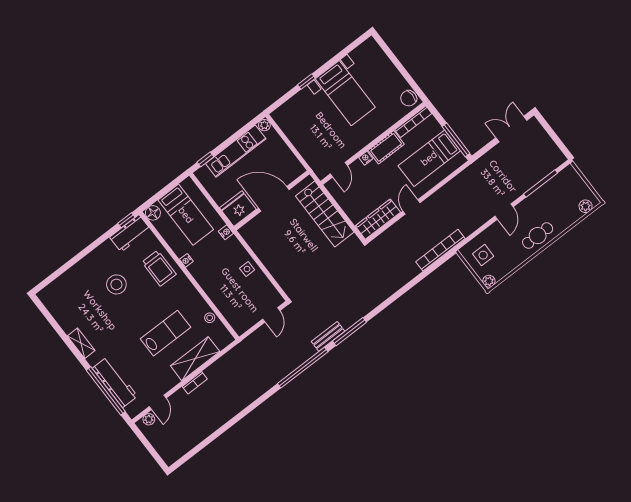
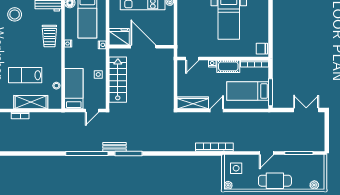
stairs: (325, 214) -> (118, 80), moved, turned 180
cafe table: (538, 236) -> (275, 181), width x1.37, depth x1.35
stool: (116, 284) -> (15, 14), moved
bed: (232, 306) -> (74, 89), added
lab bench: (165, 333) -> (25, 75), turned 180

